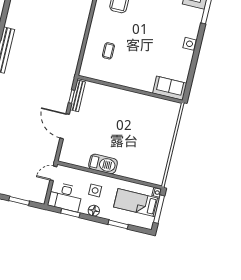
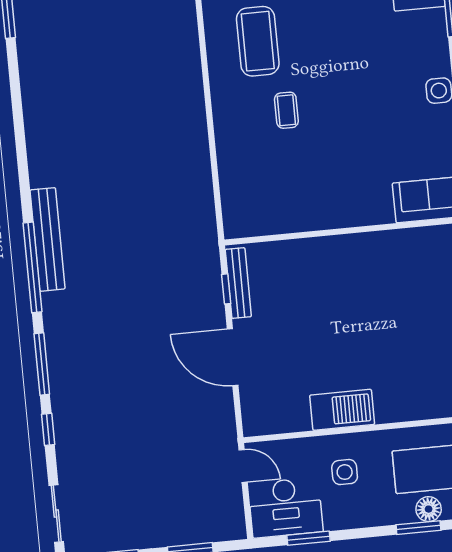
coffee table: (108, 51) -> (286, 110), moved
door: (53, 173) -> (243, 466), swing flipped
floor lamp: (94, 211) -> (429, 509), moved

